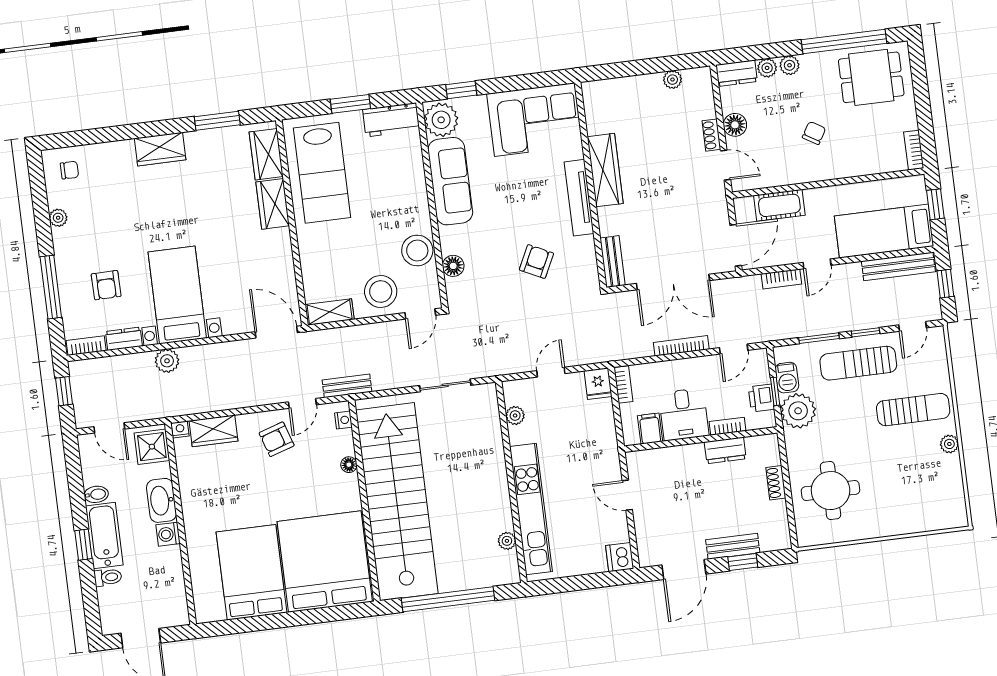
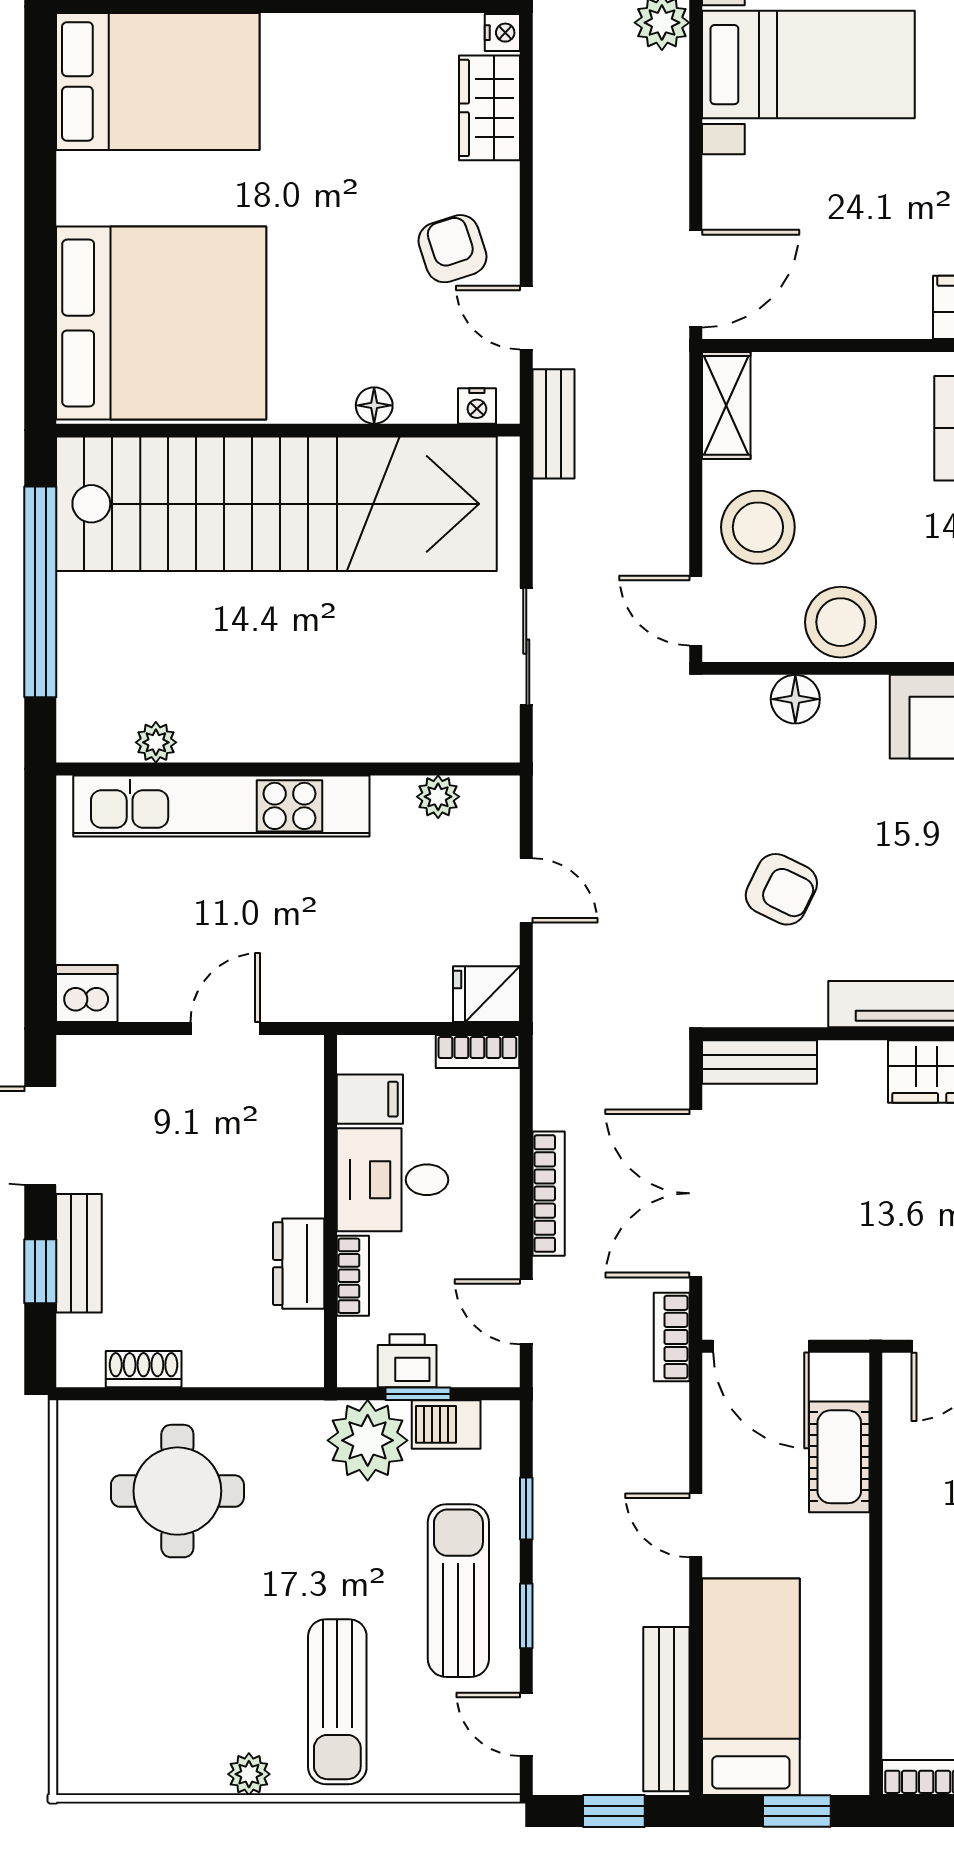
bookcase: (781, 279) -> (672, 1337), moved
window: (819, 338) -> (526, 1509), width x0.67
shoe rack: (776, 483) -> (144, 1369), moved
bed: (251, 572) -> (158, 81), moved

